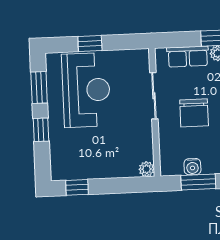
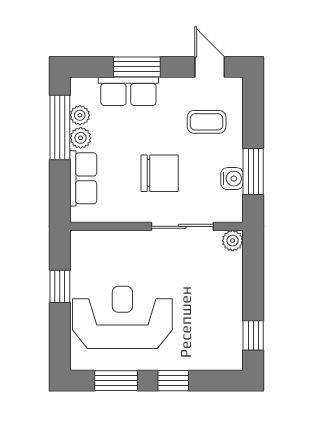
window: (90, 43) -> (60, 286), moved
sliding door: (154, 96) -> (182, 226), moved

